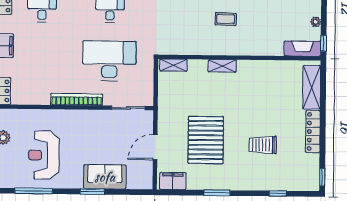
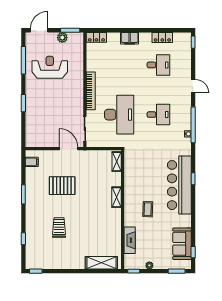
coffee table: (226, 19) -> (148, 209), moved
fireplace: (302, 49) -> (130, 240), moved
locker: (313, 131) -> (69, 264), removed
pallet: (206, 140) -> (62, 186), width x0.73, depth x0.71
door: (155, 147) -> (69, 149), moved
sofa: (105, 177) -> (34, 112), removed
filing cabinet: (173, 181) -> (32, 162), width x0.50

